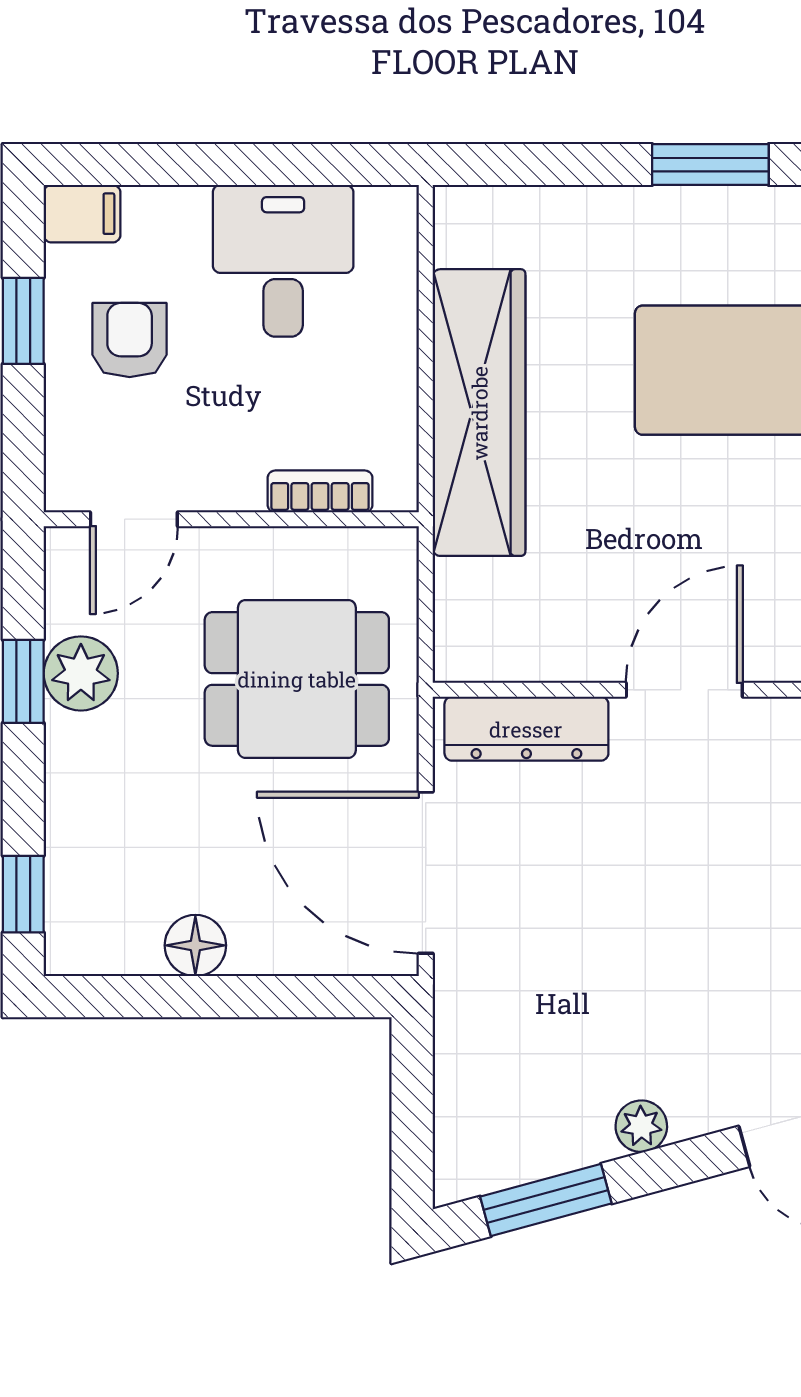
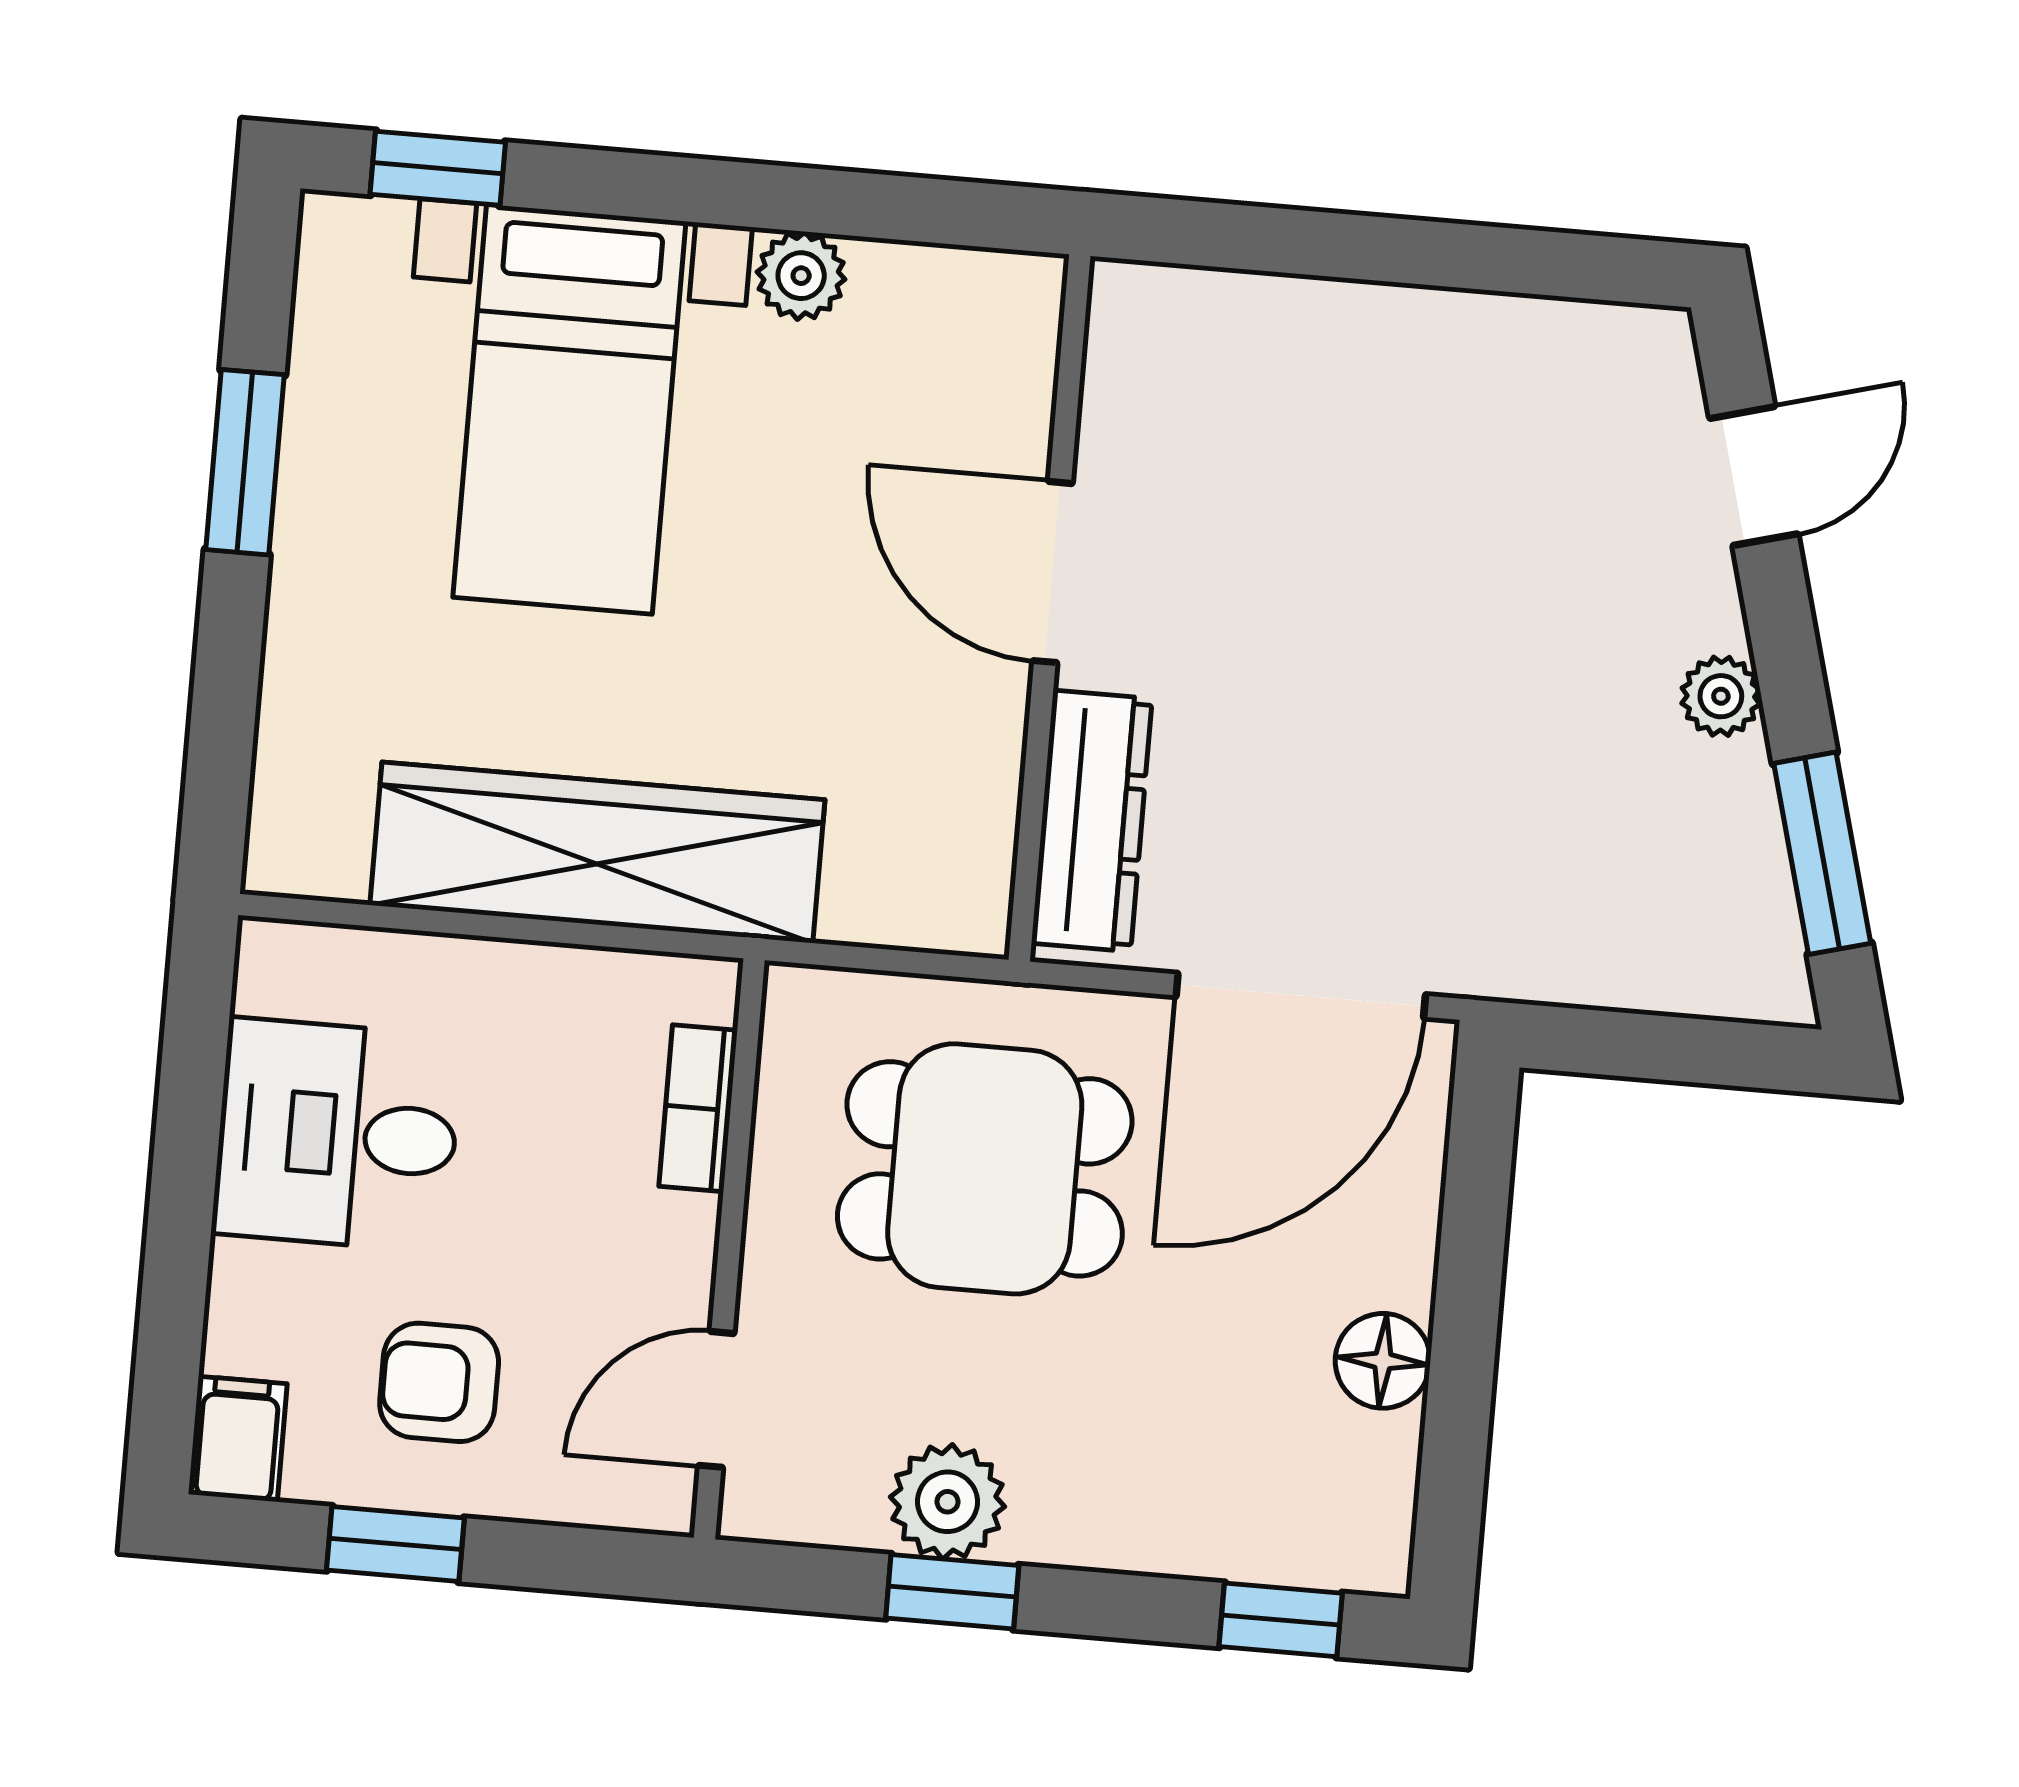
door: (134, 519) -> (716, 1399), swing flipped
dining table: (297, 679) -> (985, 1169), turned 90

